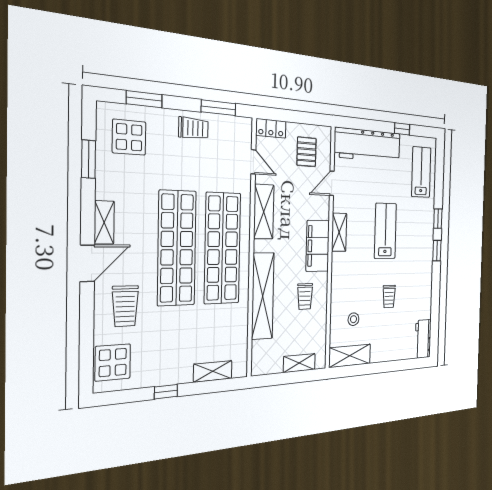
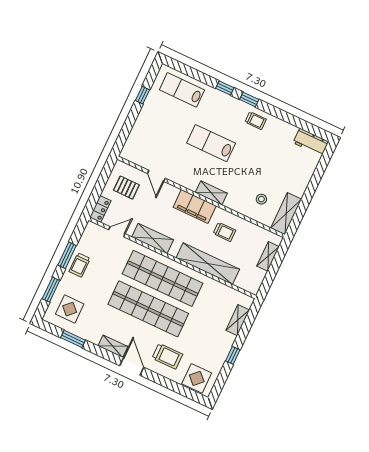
window: (218, 108) -> (67, 255), moved
trolley: (193, 128) -> (80, 265), turned 180
workbench: (368, 145) -> (142, 133), removed
shelving: (339, 232) -> (211, 193), moved
trolley: (389, 297) -> (256, 121), moved

